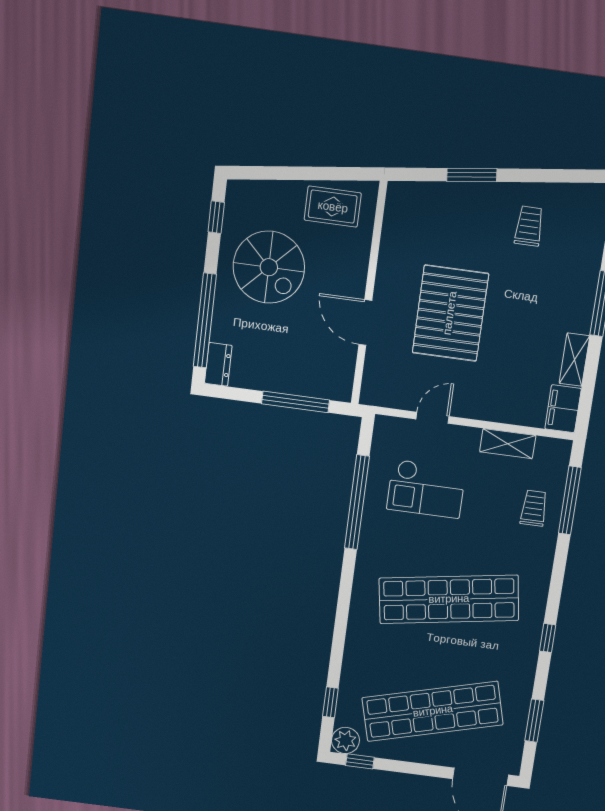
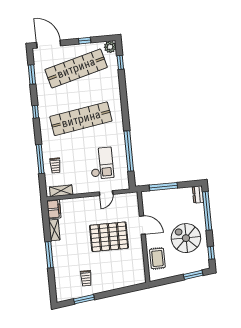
window: (271, 173) -> (193, 275), added
window: (472, 175) -> (84, 299), moved
rug: (333, 207) -> (157, 258), moved, turned 90
pallet: (450, 313) -> (109, 237), turned 90
shelving: (508, 444) -> (61, 191), moved
checkout: (426, 489) -> (102, 163), turned 90
window: (570, 500) -> (40, 159), moved
window: (360, 761) -> (85, 41), moved

